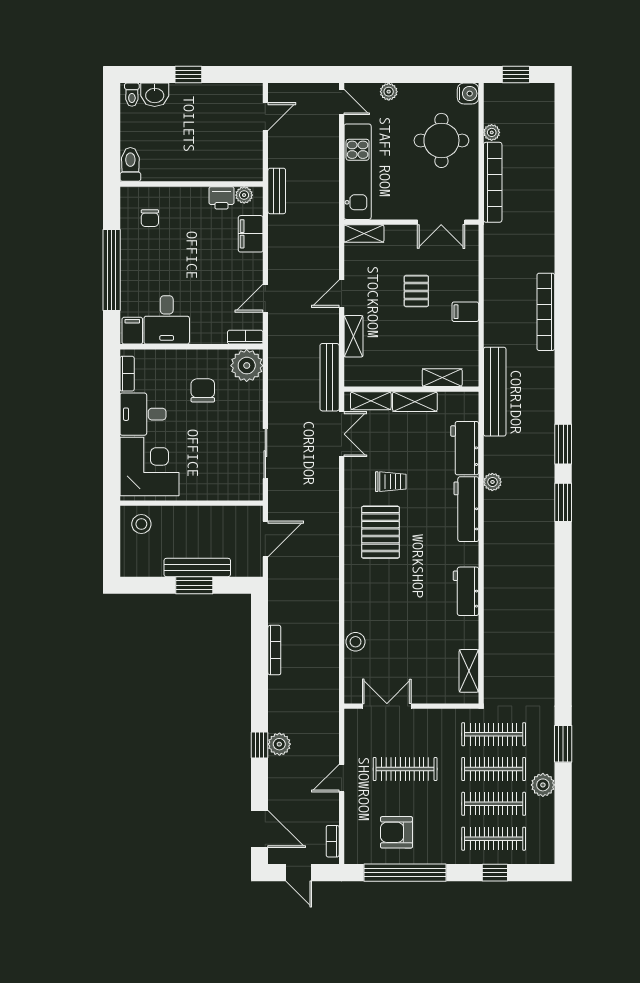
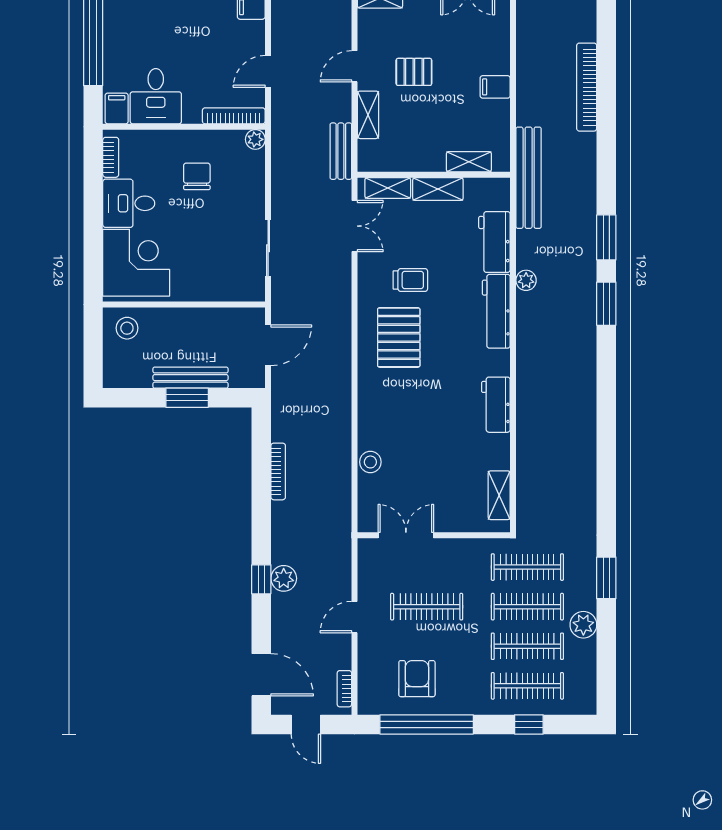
pallet: (416, 291) -> (414, 72), moved, turned 90
bookcase: (245, 337) -> (234, 116), width x1.56
plant: (247, 366) -> (255, 139), width x0.53, depth x0.53
bench: (330, 377) -> (341, 151), width x0.73
armchair: (396, 832) -> (417, 679), turned 90

